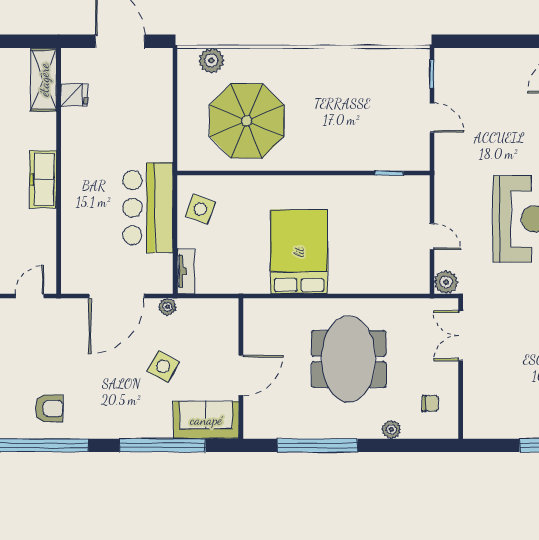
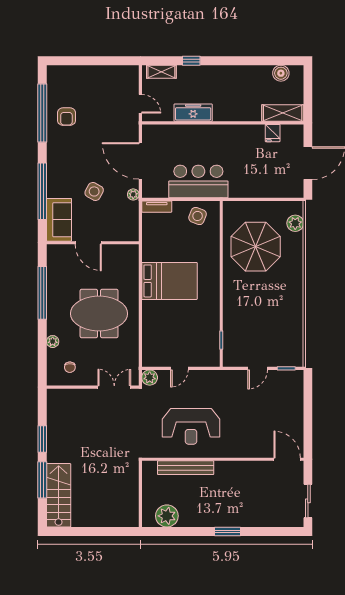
freezer: (43, 179) -> (193, 113), moved

